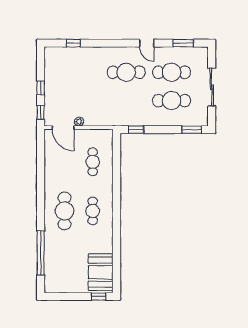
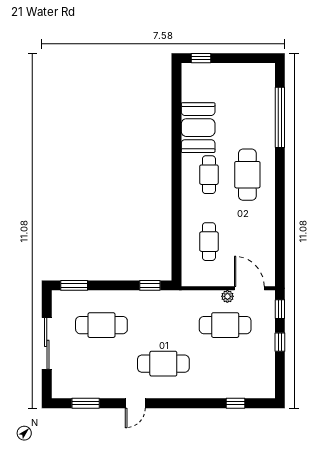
door: (147, 43) -> (135, 403), swing flipped
cafe table: (172, 72) -> (225, 325), moved
booth: (101, 272) -> (198, 128), moved

